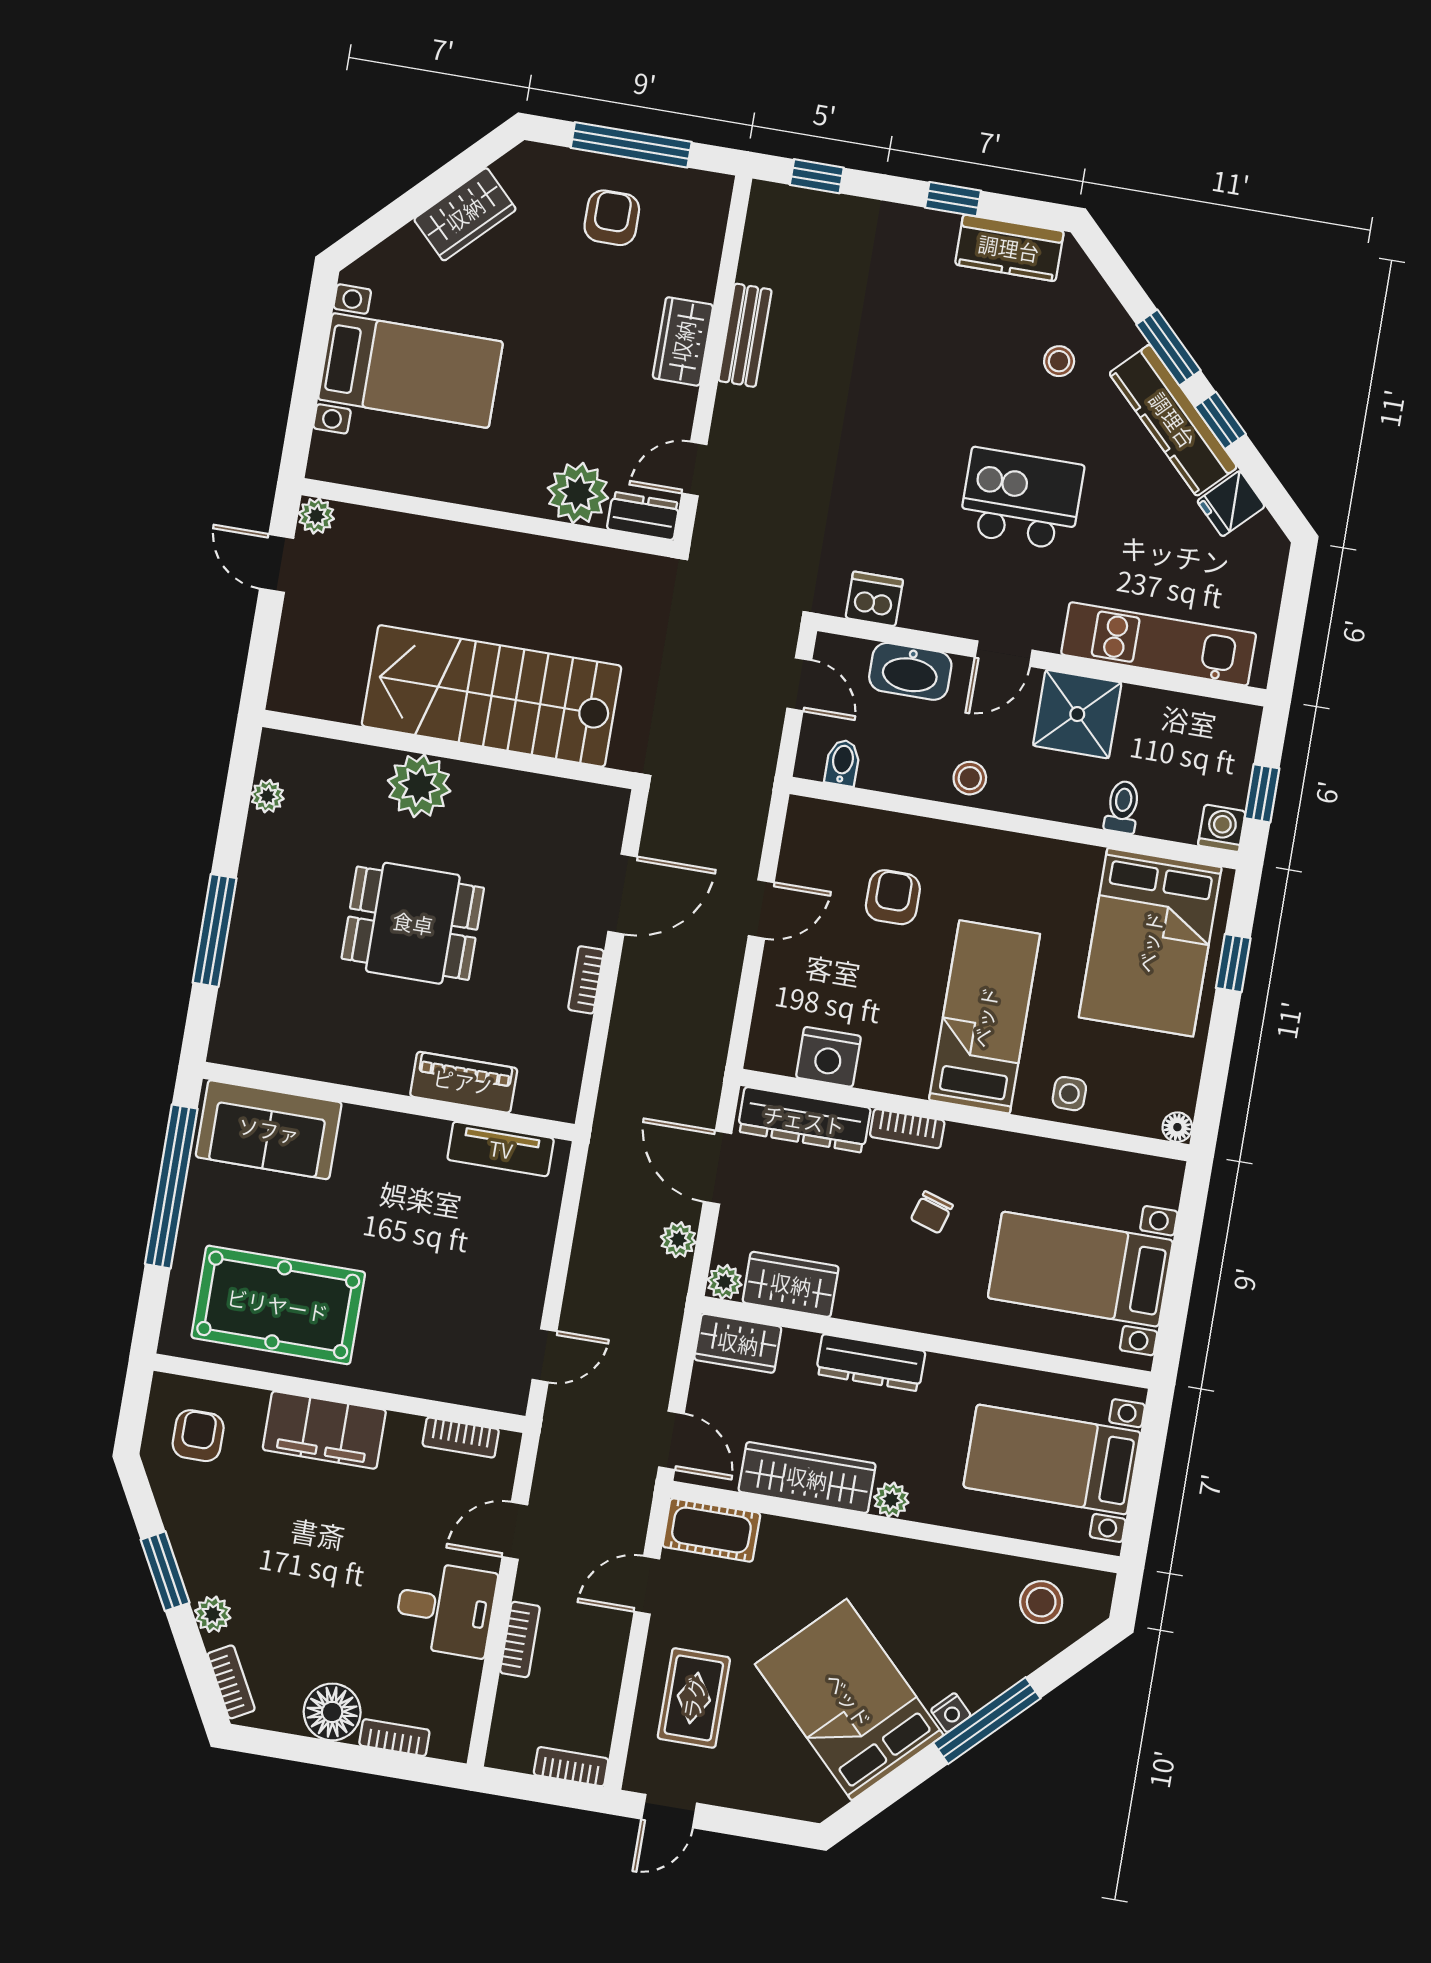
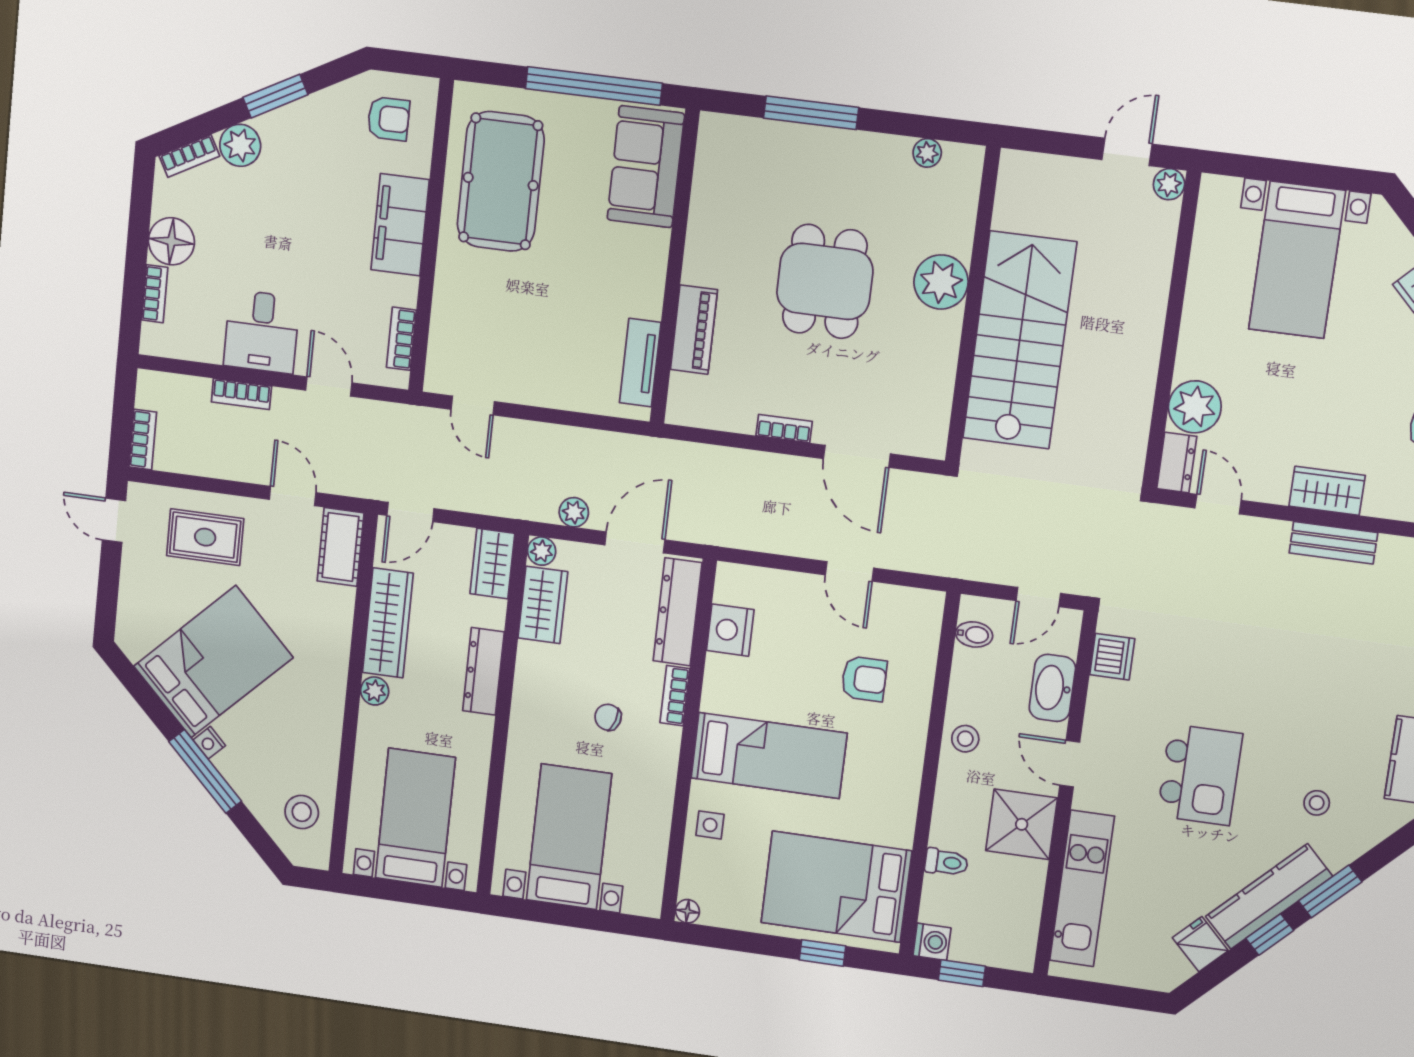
plant: (213, 1614) -> (240, 145), width x1.38, depth x1.38

